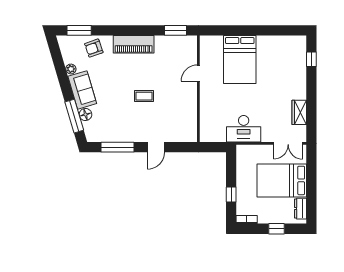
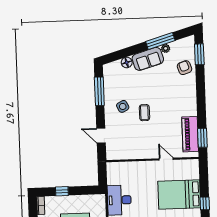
window: (251, 30) -> (205, 203), added
piano: (134, 44) -> (190, 134), moved
window: (74, 116) -> (160, 41), moved
side table: (136, 121) -> (123, 106), added
door: (156, 147) -> (101, 136), moved

